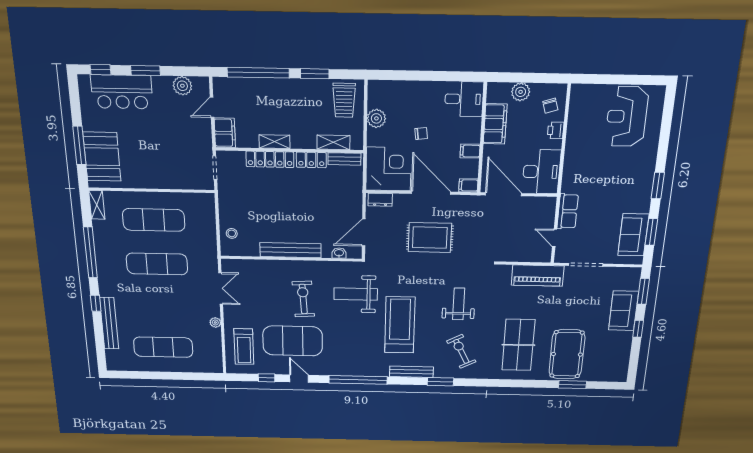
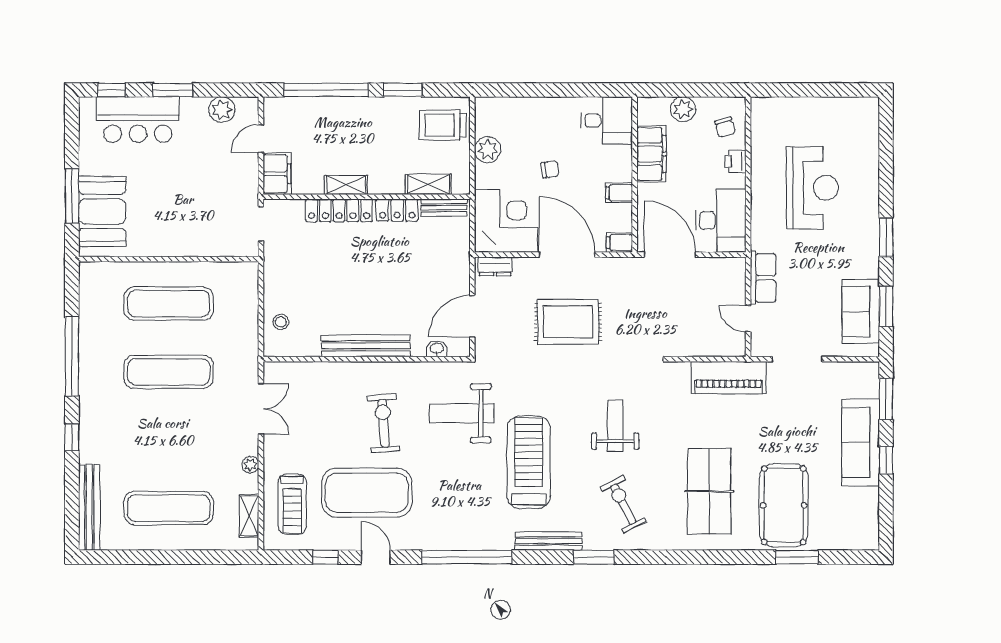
trolley: (344, 100) -> (443, 125), turned 90
reception desk: (627, 117) -> (813, 188), moved, turned 180
shelving: (97, 205) -> (249, 516), moved
sofa: (624, 311) -> (861, 443), width x1.36
bench: (109, 323) -> (89, 508), moved

